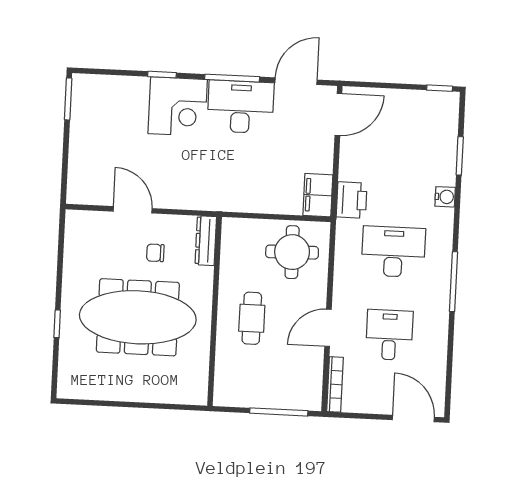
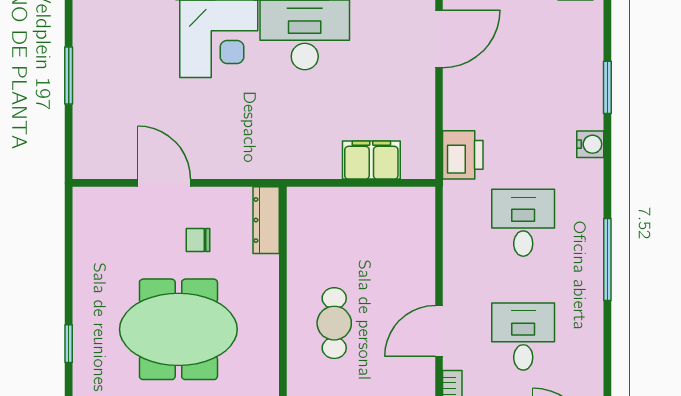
window: (68, 99) -> (69, 76), moved
filing cabinet: (318, 195) -> (371, 160), moved, turned 90
round table: (292, 252) -> (385, 230), removed
desk: (393, 252) -> (523, 223), width x0.73
meeting table: (138, 317) -> (178, 329), width x0.73

